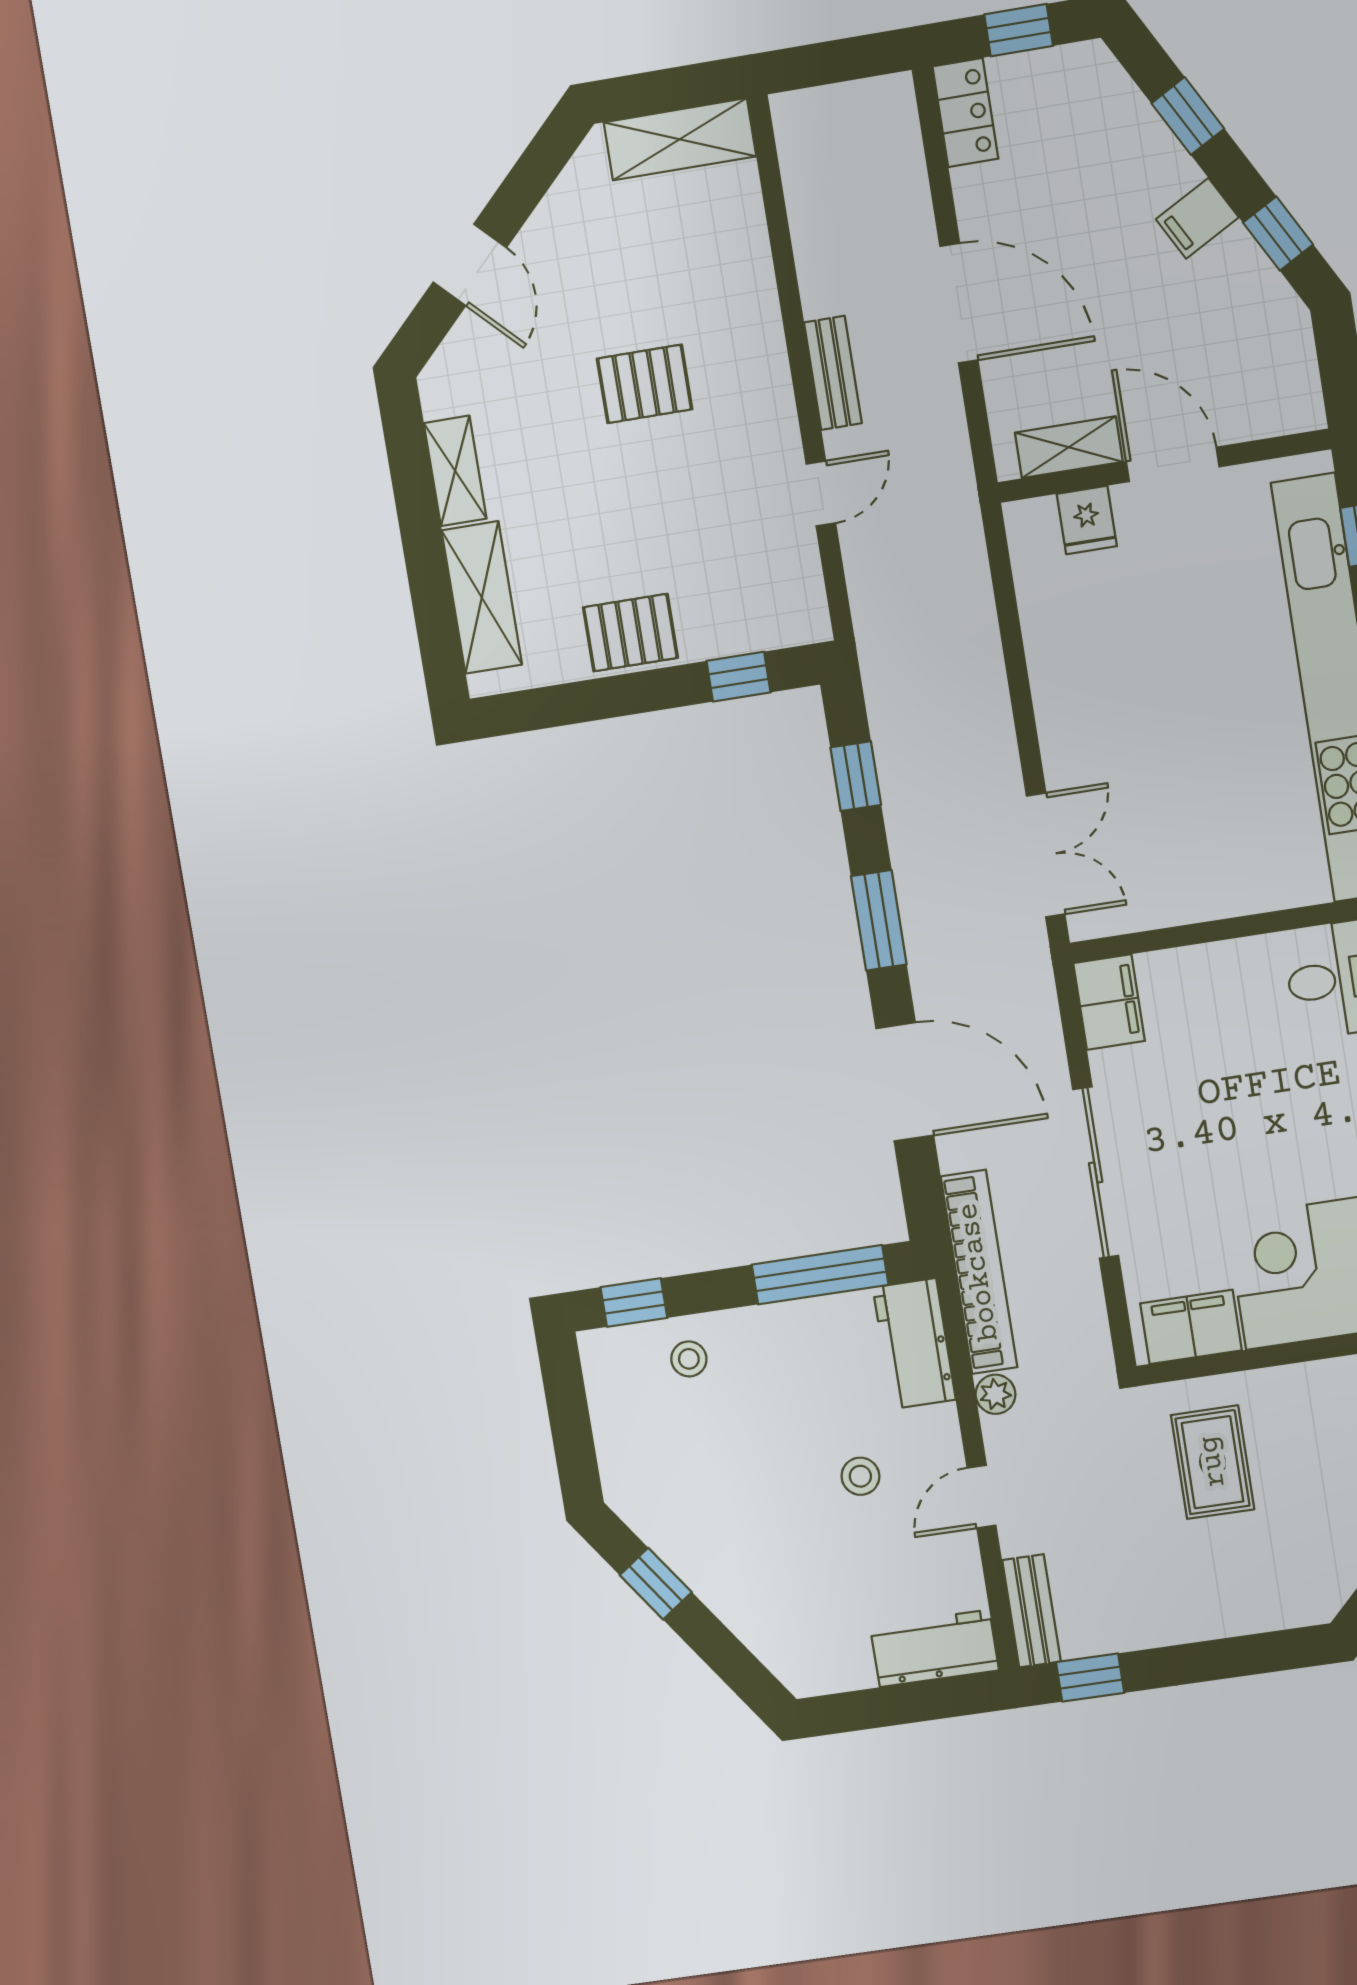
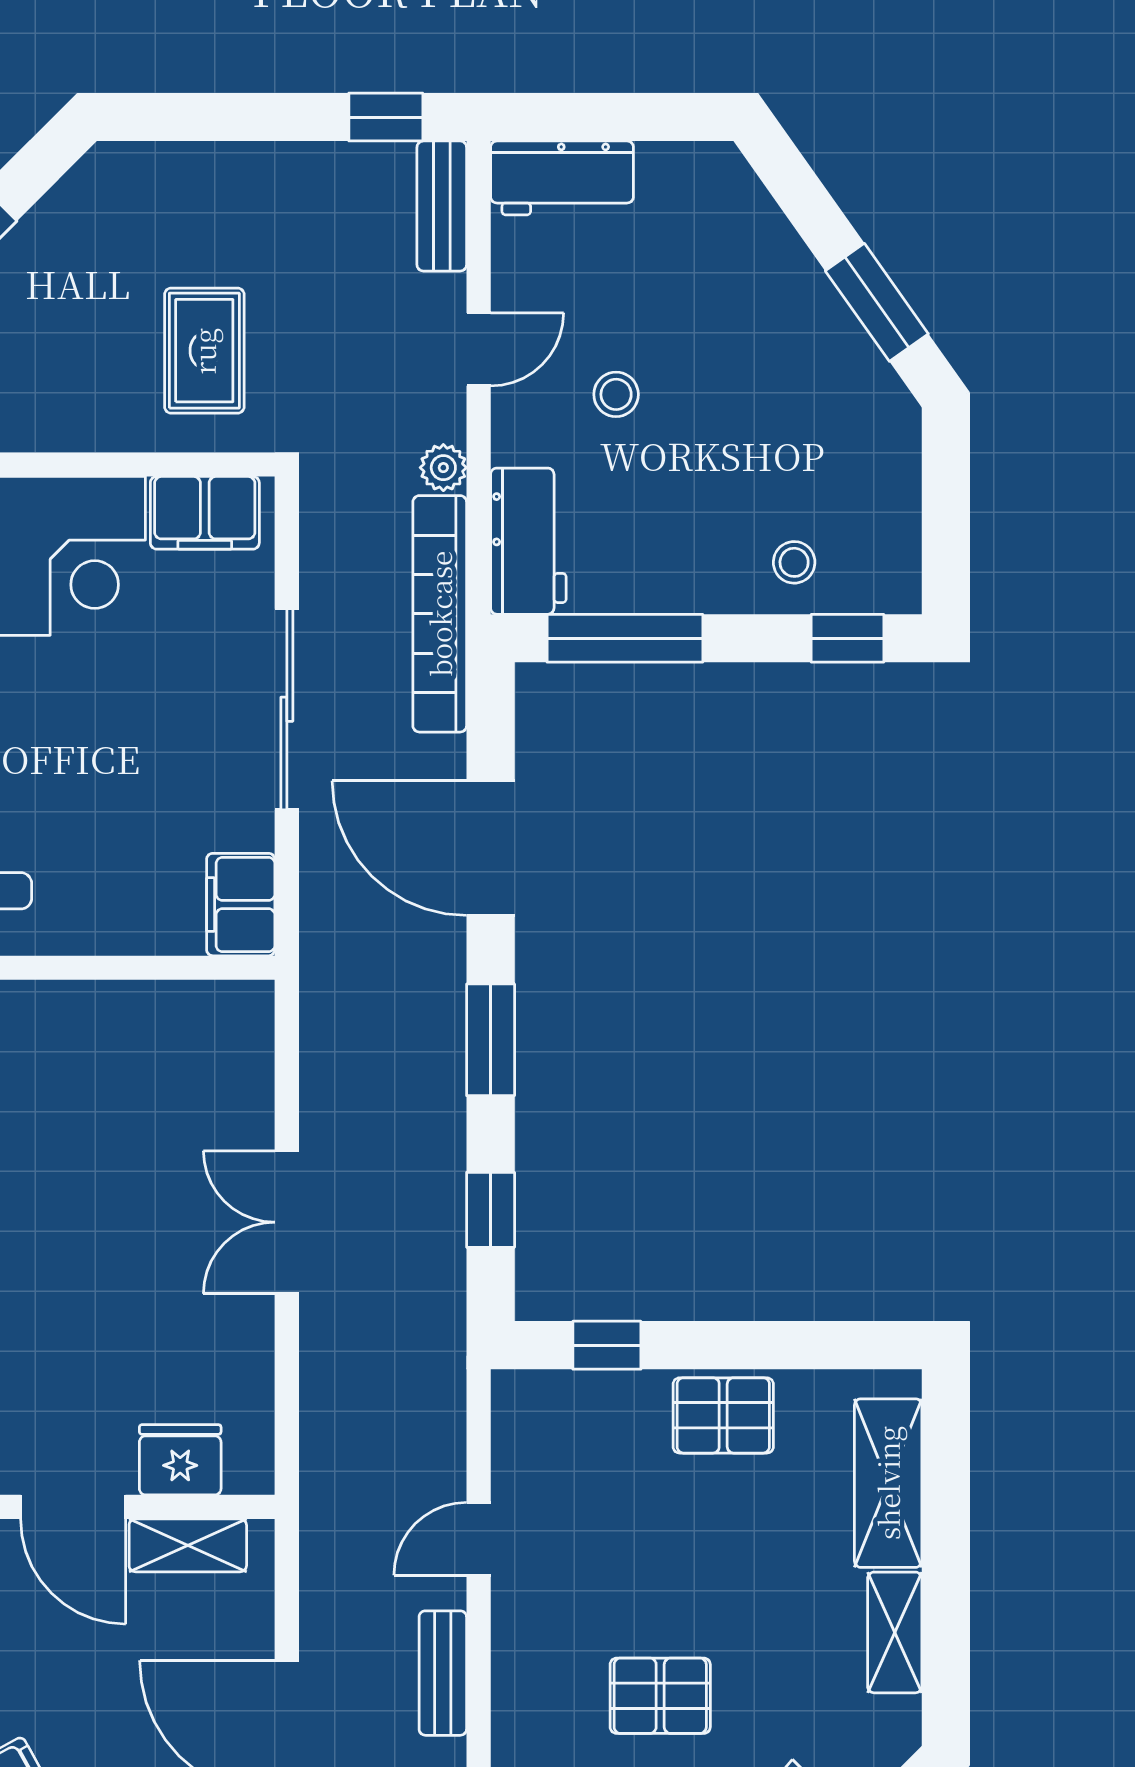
fridge: (1087, 520) -> (180, 1460), width x1.38
double door: (1046, 855) -> (287, 1222), moved
window: (656, 1584) -> (877, 302), width x1.50

